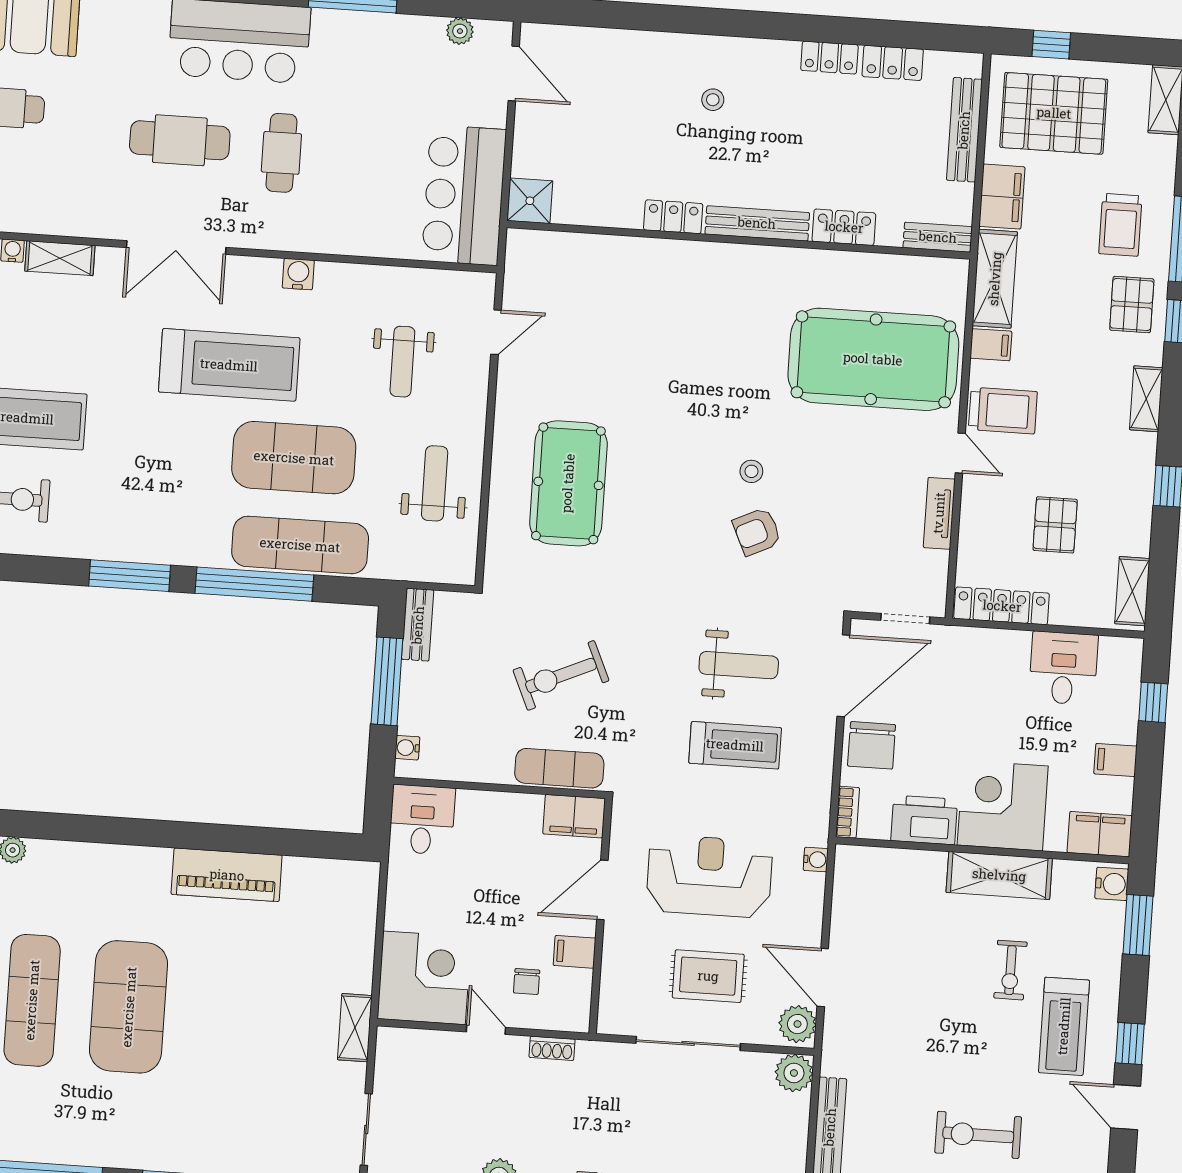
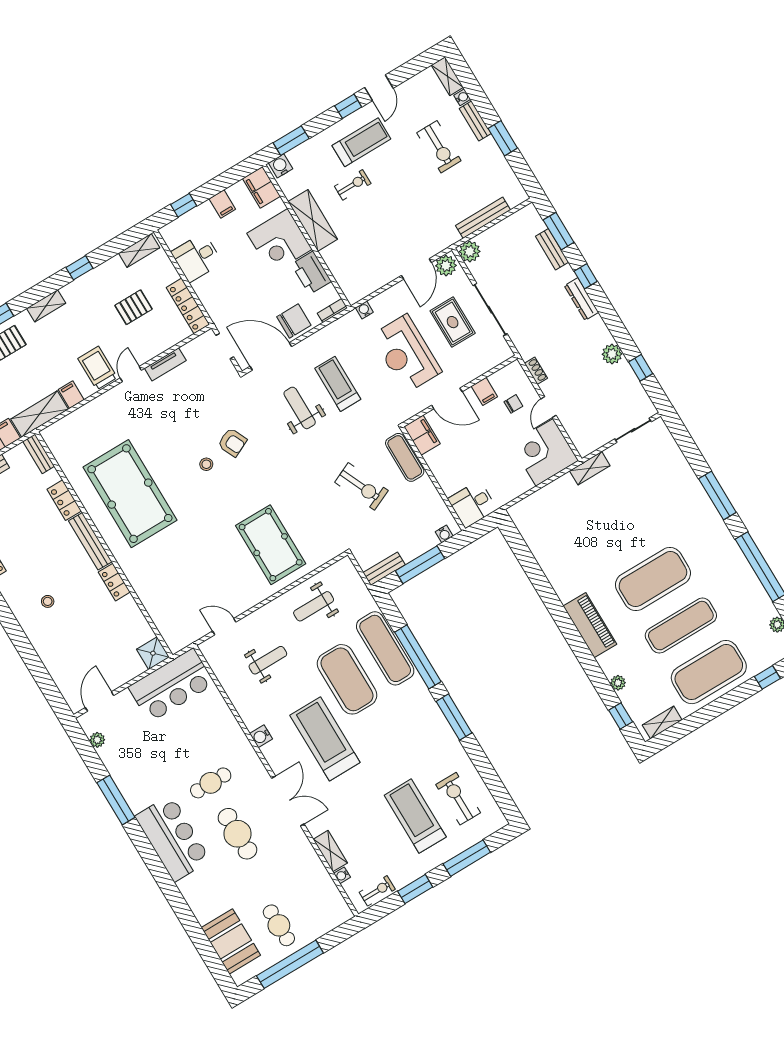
pool table: (873, 359) -> (130, 494), moved
pool table: (568, 483) -> (271, 545), turned 90
piano: (227, 875) -> (590, 625), moved

